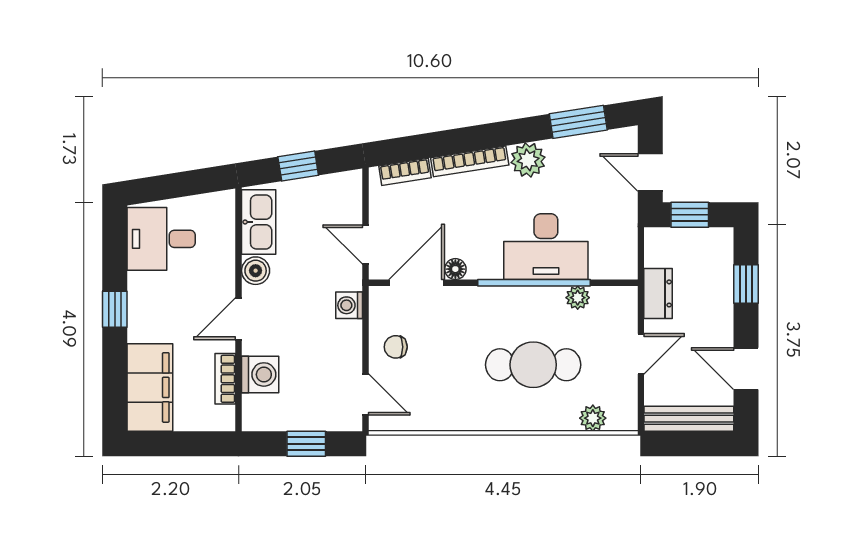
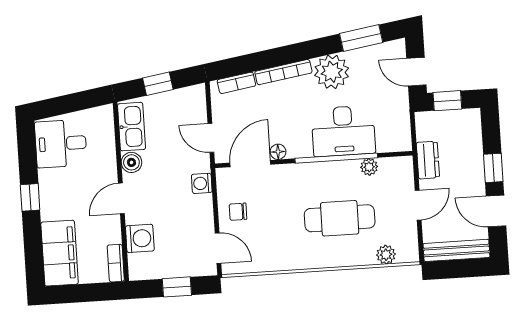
plant: (528, 160) -> (332, 72), width x1.36, depth x1.36
window: (746, 284) -> (493, 168), moved
bookcase: (225, 379) -> (116, 263), moved

